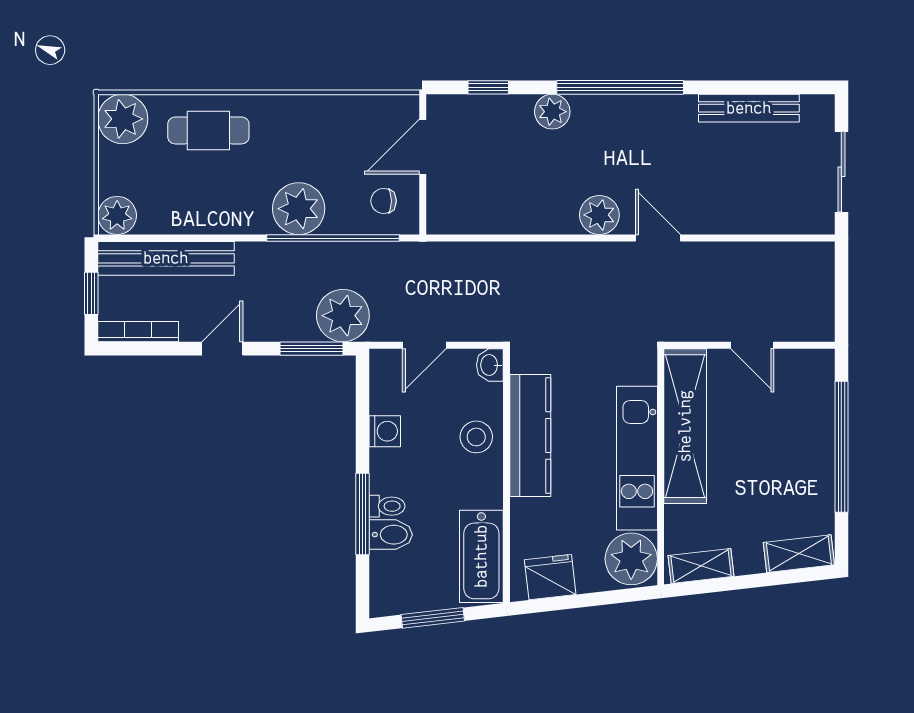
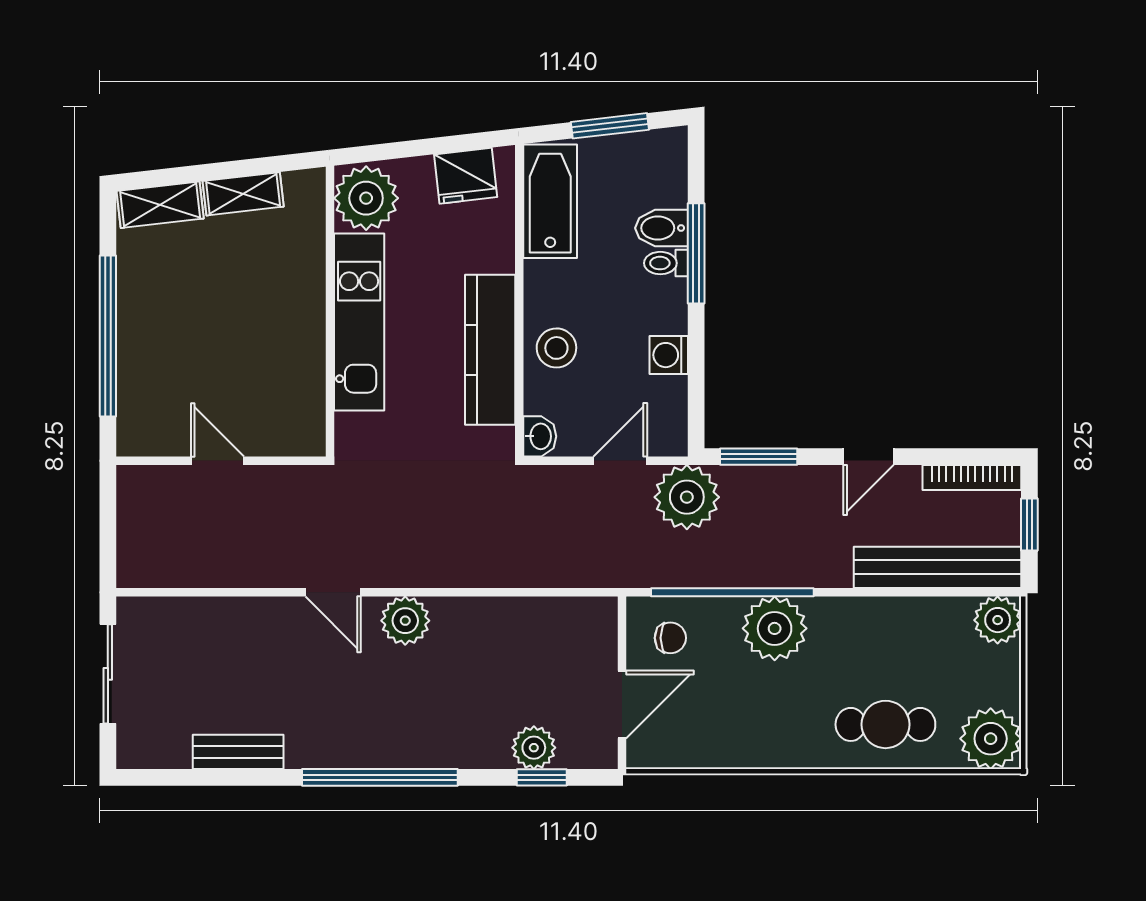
bench: (749, 108) -> (238, 752), width x0.73
plant: (552, 112) -> (534, 748), moved
plant: (343, 316) -> (687, 497), moved
shelving: (685, 426) -> (300, 361), removed
shelving: (701, 566) -> (243, 194), moved

